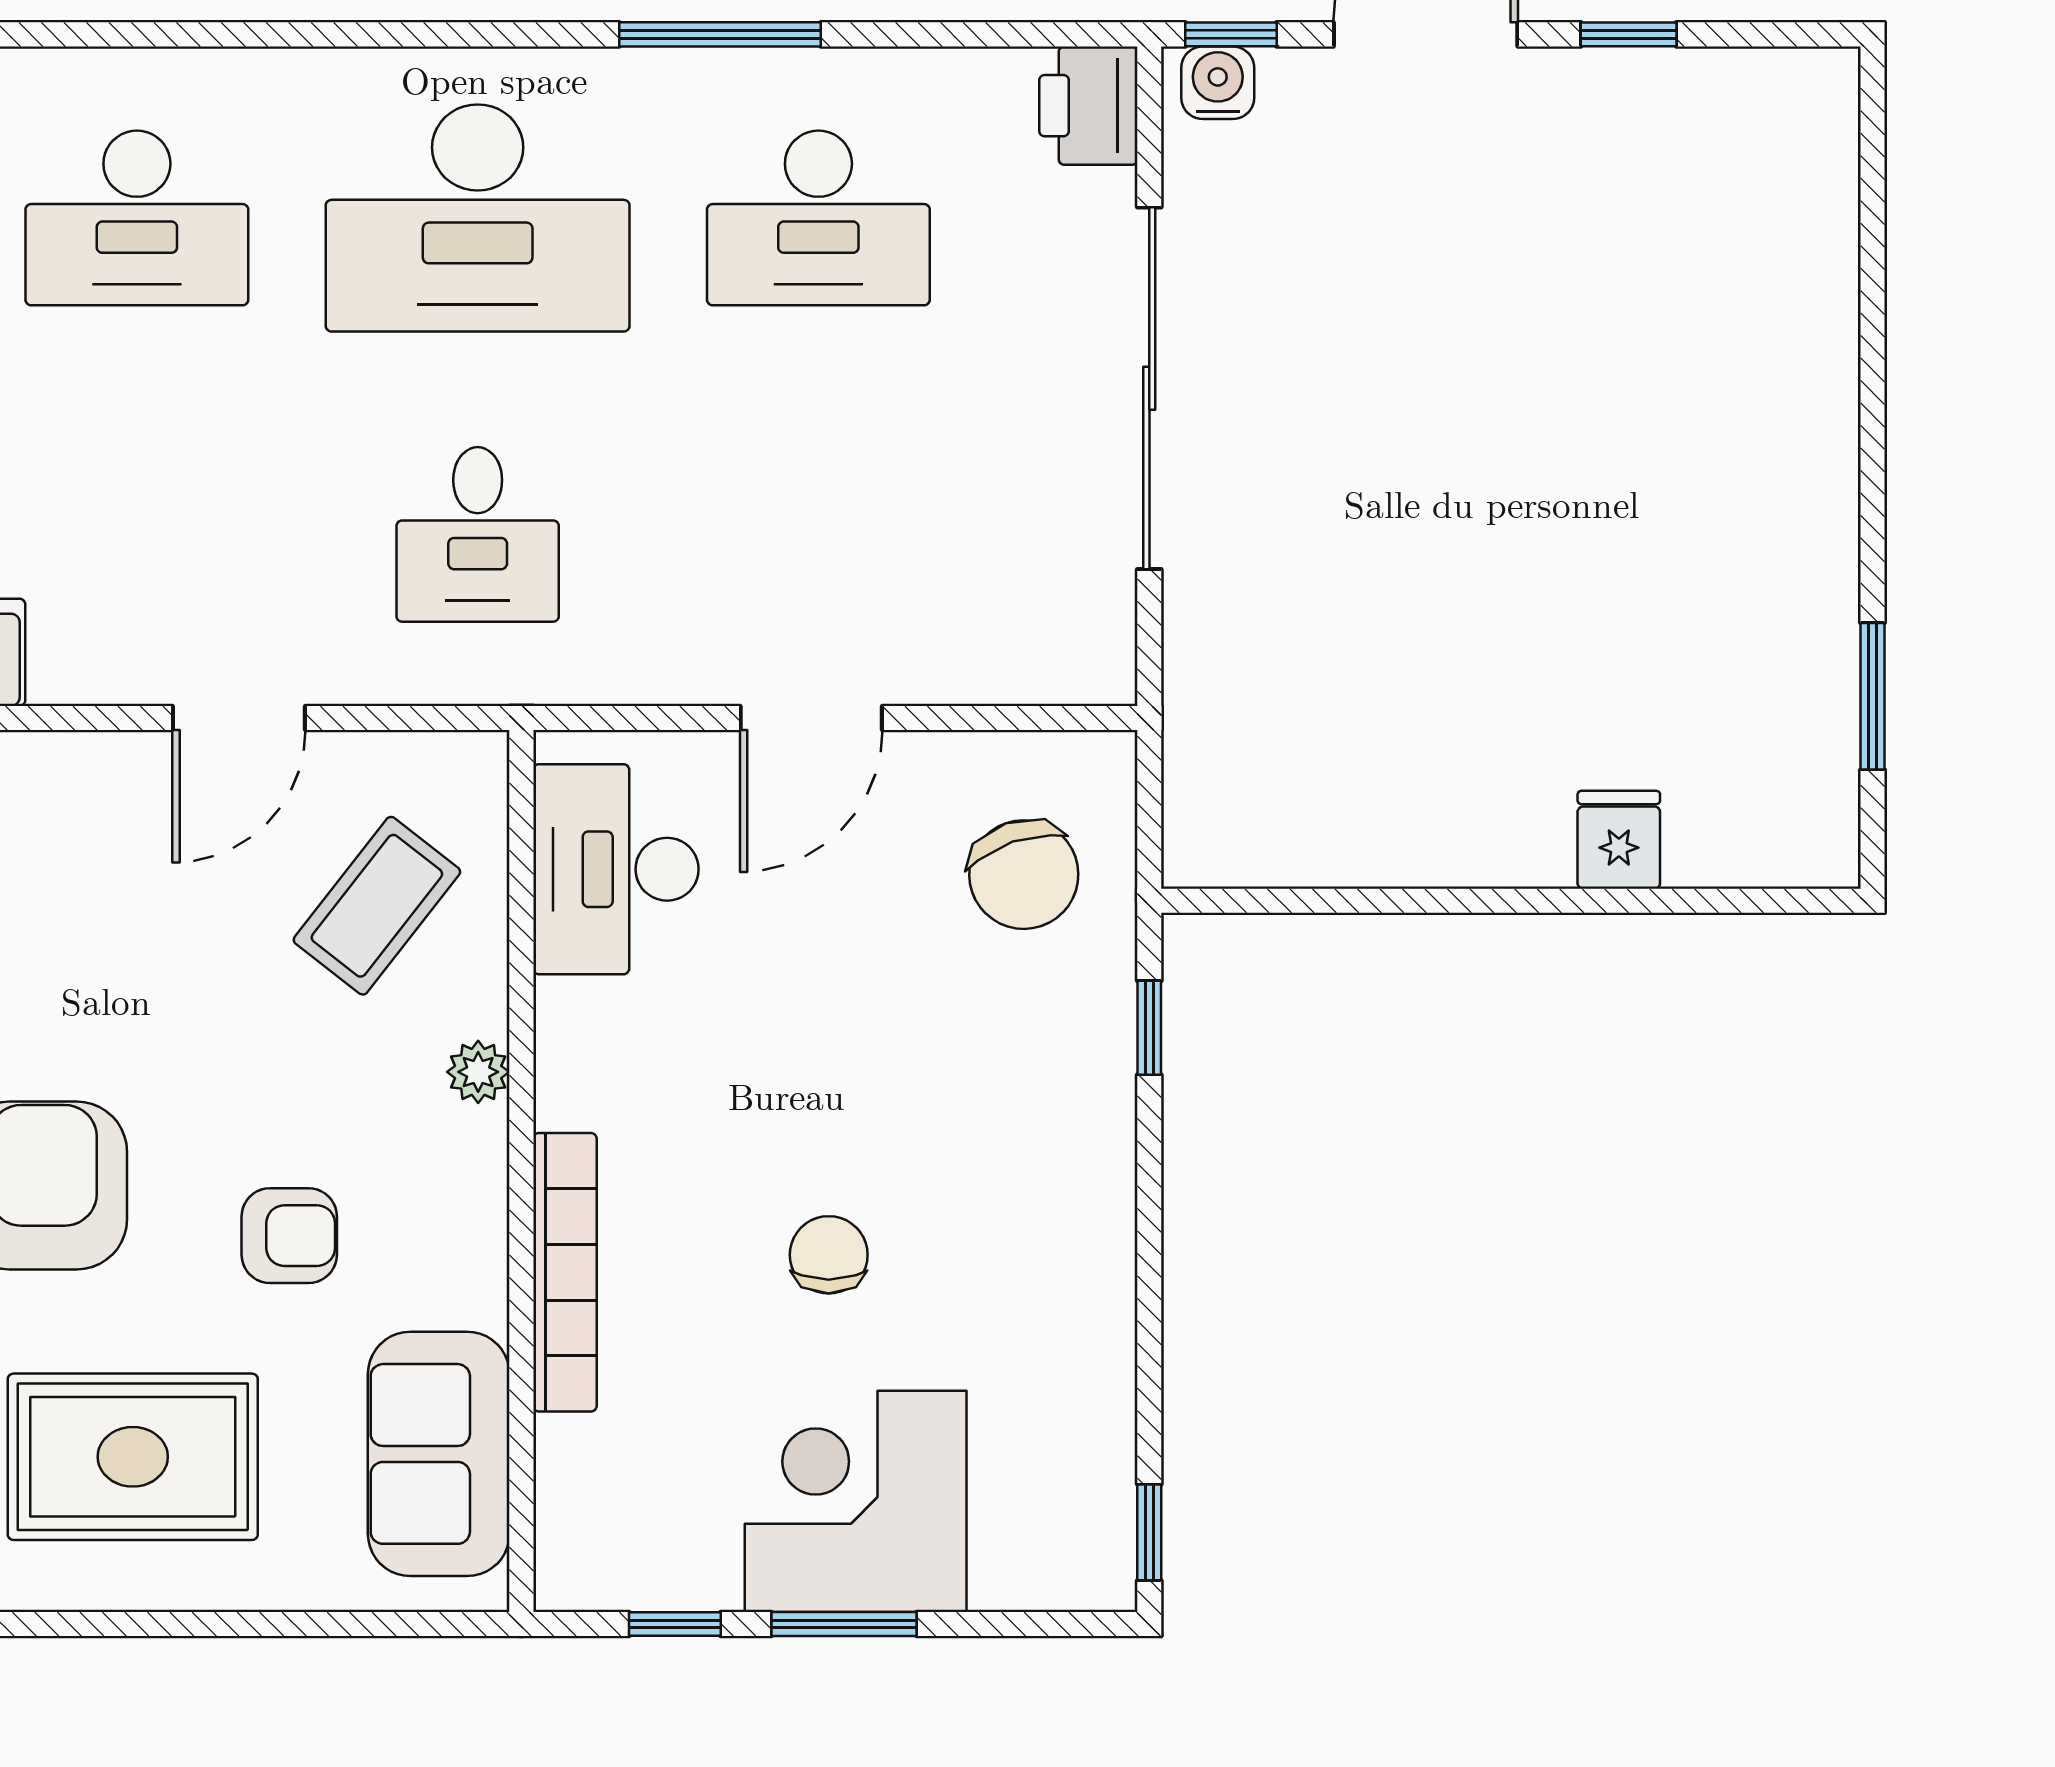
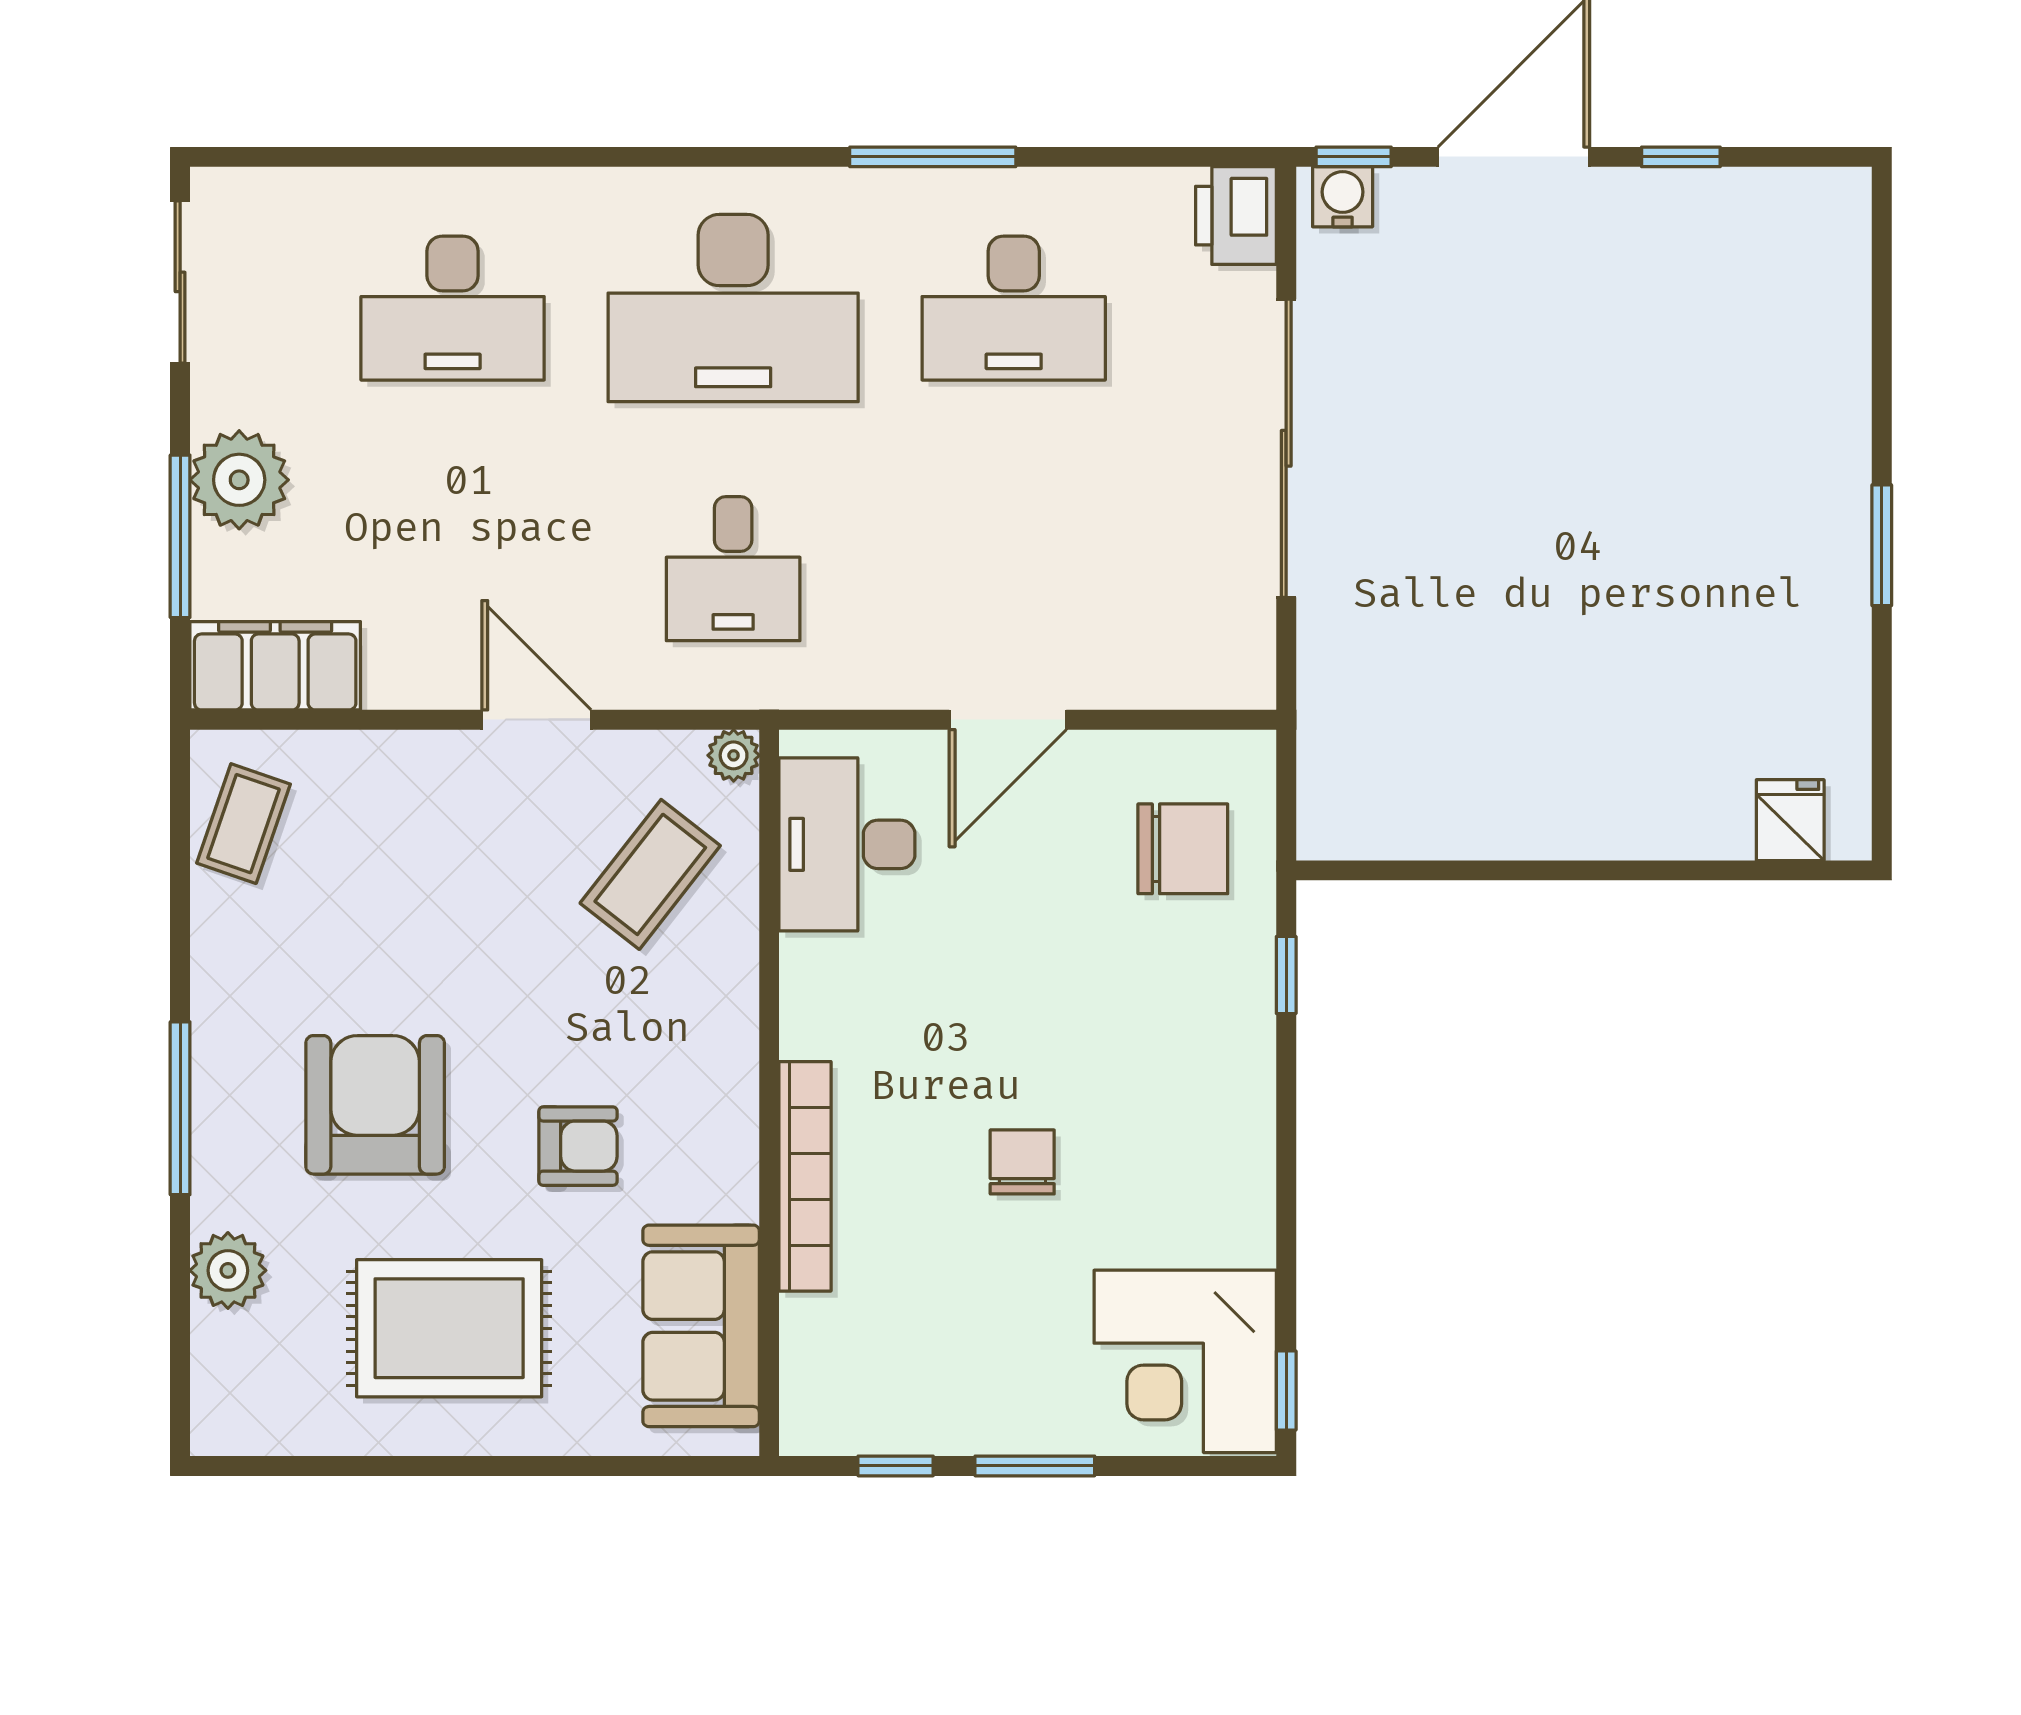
window: (1873, 696) -> (1882, 545), moved
door: (239, 718) -> (537, 720), swing flipped
fridge: (1619, 840) -> (1790, 820), moved
chair: (1024, 875) -> (1183, 849), turned -71
plant: (478, 1072) -> (734, 755), moved
corner desk: (856, 1501) -> (1185, 1361), moved, turned -90

